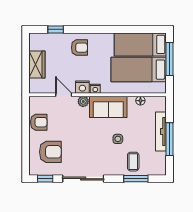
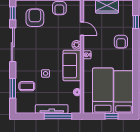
window: (169, 59) -> (112, 116), width x0.46
nightstand: (82, 87) -> (88, 44), removed
door: (64, 95) -> (82, 29), hinge flipped
window: (169, 139) -> (58, 116), moved
armchair: (50, 152) -> (35, 18), turned 180

